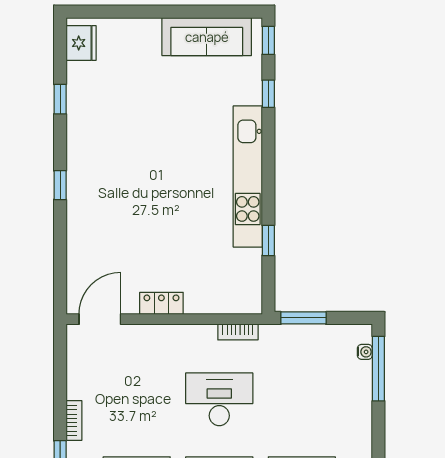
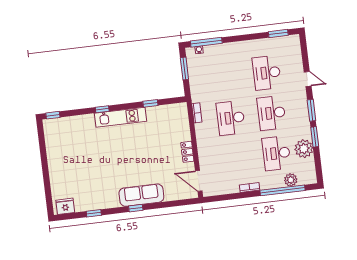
sofa: (207, 37) -> (141, 195), moved, turned -90
window: (268, 94) -> (102, 109), moved
kitchen unit: (248, 177) -> (120, 117), width x0.73
window: (303, 318) -> (184, 69), moved

